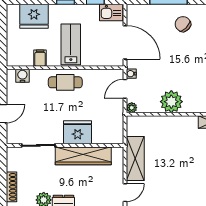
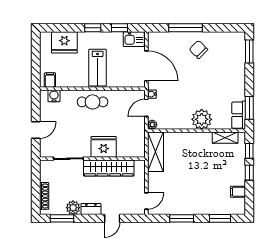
lab bench: (71, 44) -> (98, 68), turned 180
filing cabinet: (40, 58) -> (50, 80), moved
plant: (171, 102) -> (202, 119), moved
shelving: (135, 159) -> (155, 152), moved

